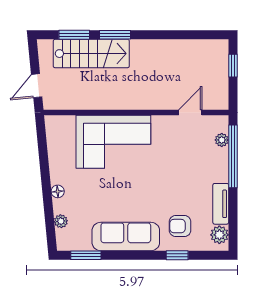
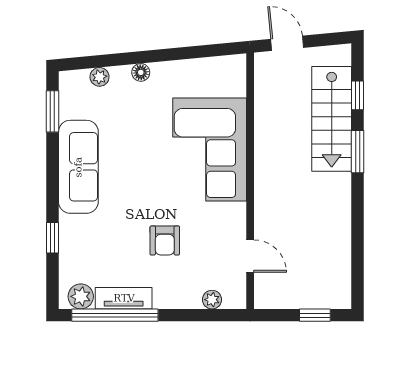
window: (74, 35) -> (358, 95), width x0.67
window: (233, 156) -> (115, 315), moved
armchair: (180, 226) -> (165, 240), moved, turned 180

